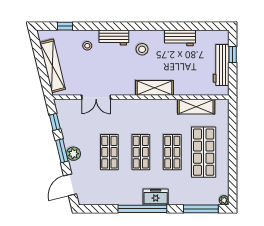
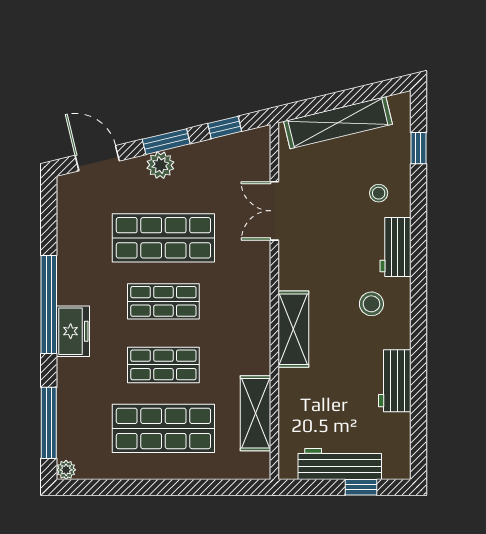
shop shelf: (109, 152) -> (163, 238), width x1.43, depth x1.36

